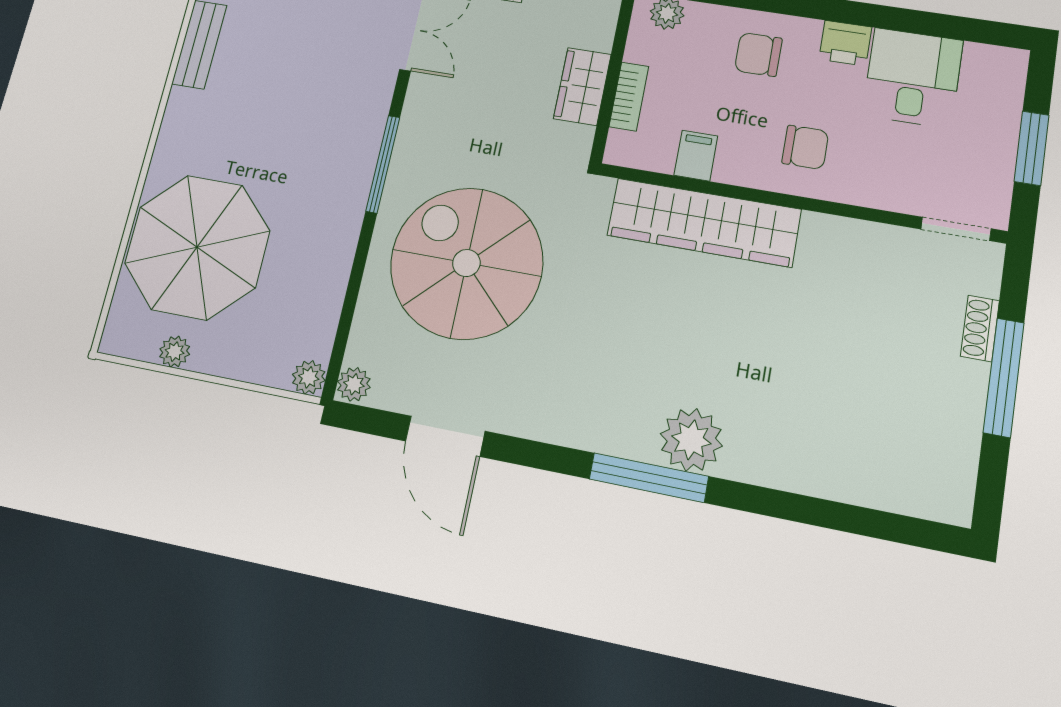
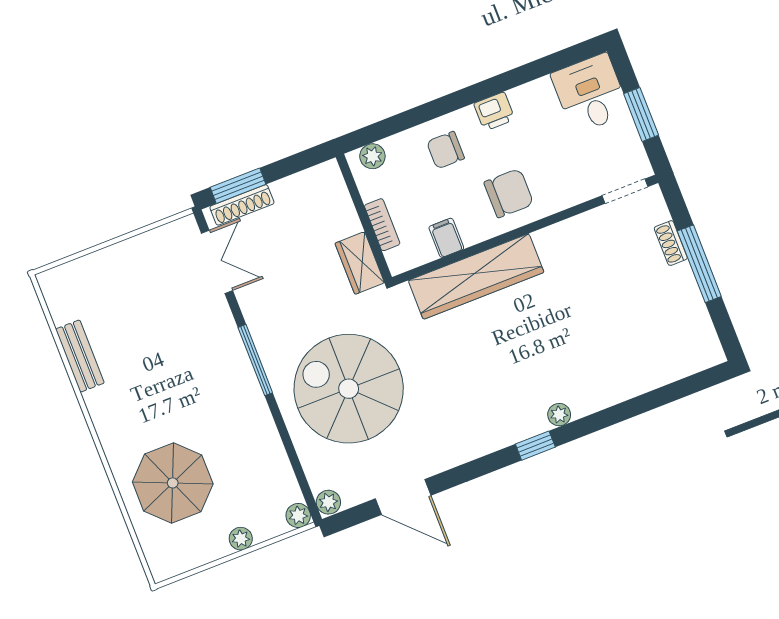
desk: (913, 78) -> (590, 94), moved
wardrobe: (582, 86) -> (360, 263), moved
chair: (805, 147) -> (509, 193), width x1.37, depth x1.37
parasol: (197, 247) -> (173, 483), width x0.73, depth x0.73
plant: (175, 352) -> (241, 539), moved
plant: (691, 440) -> (559, 415), width x0.53, depth x0.53
window: (649, 478) -> (535, 446), width x0.46

